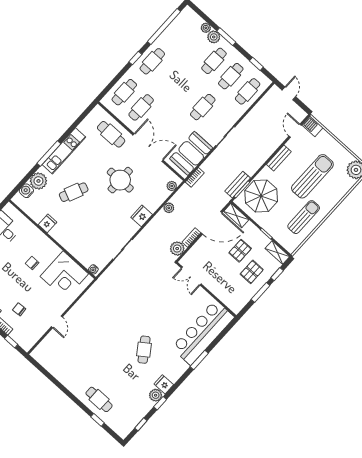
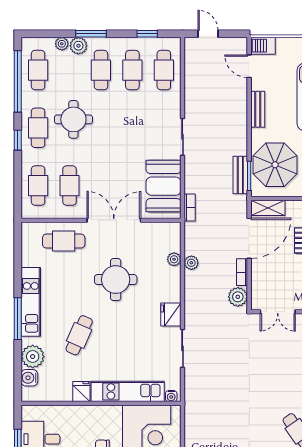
round table: (175, 74) -> (73, 119), added
cafe table: (203, 107) -> (38, 70), moved
plant: (172, 186) -> (174, 259), moved
fridge: (142, 216) -> (171, 315), moved
kitchen unit: (72, 246) -> (128, 391), added

